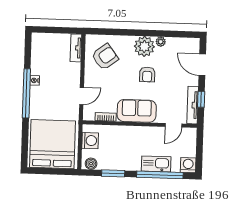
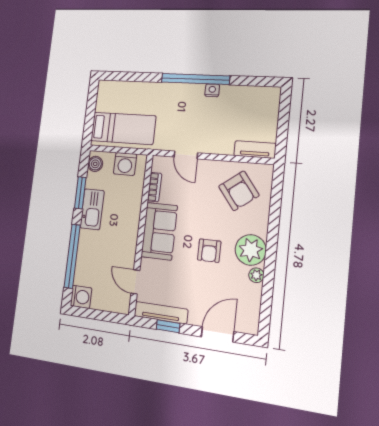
armchair: (147, 74) -> (209, 251), turned -90
bed: (52, 144) -> (123, 128), width x0.49
kitchen sink: (156, 164) -> (92, 209), moved

